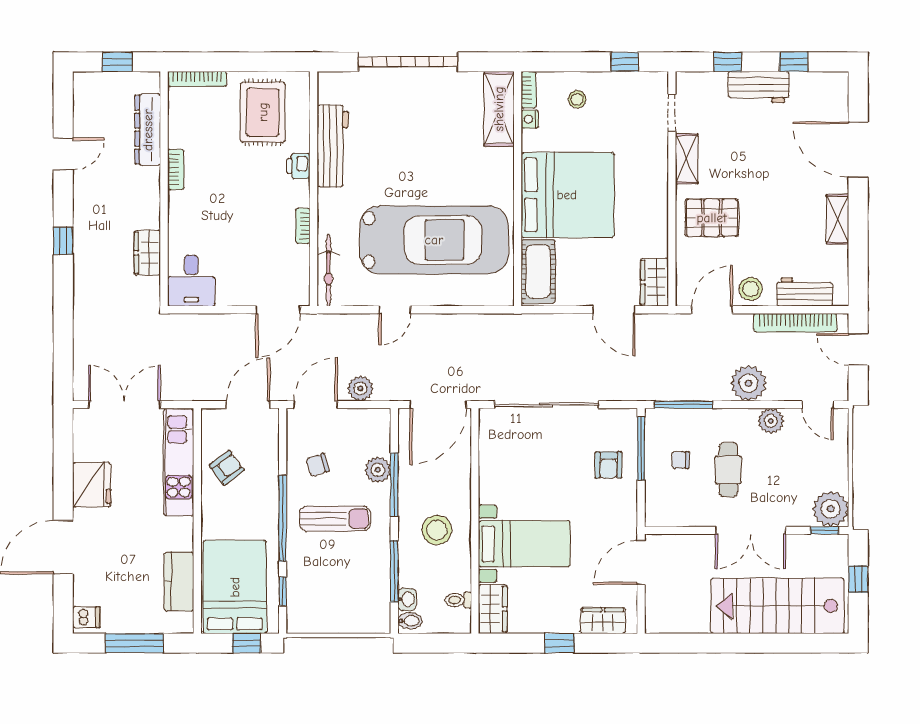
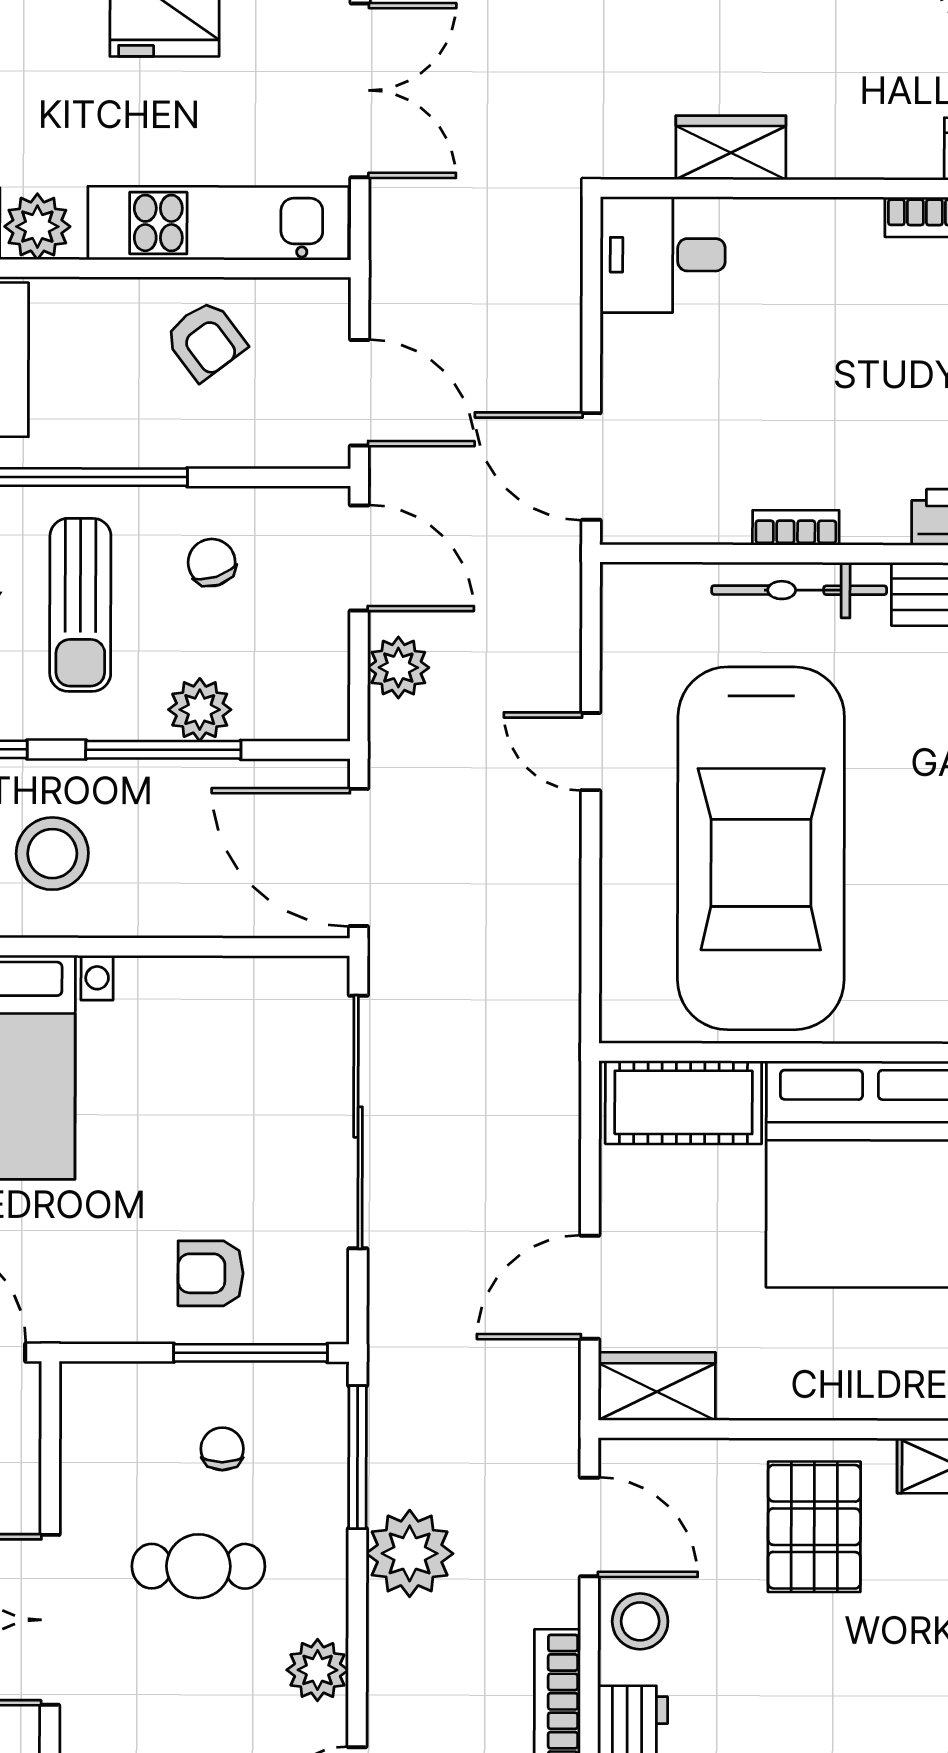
bicycle: (328, 270) -> (799, 590), moved
plant: (749, 383) -> (410, 1553), moved
plant: (180, 537) -> (37, 227), added

